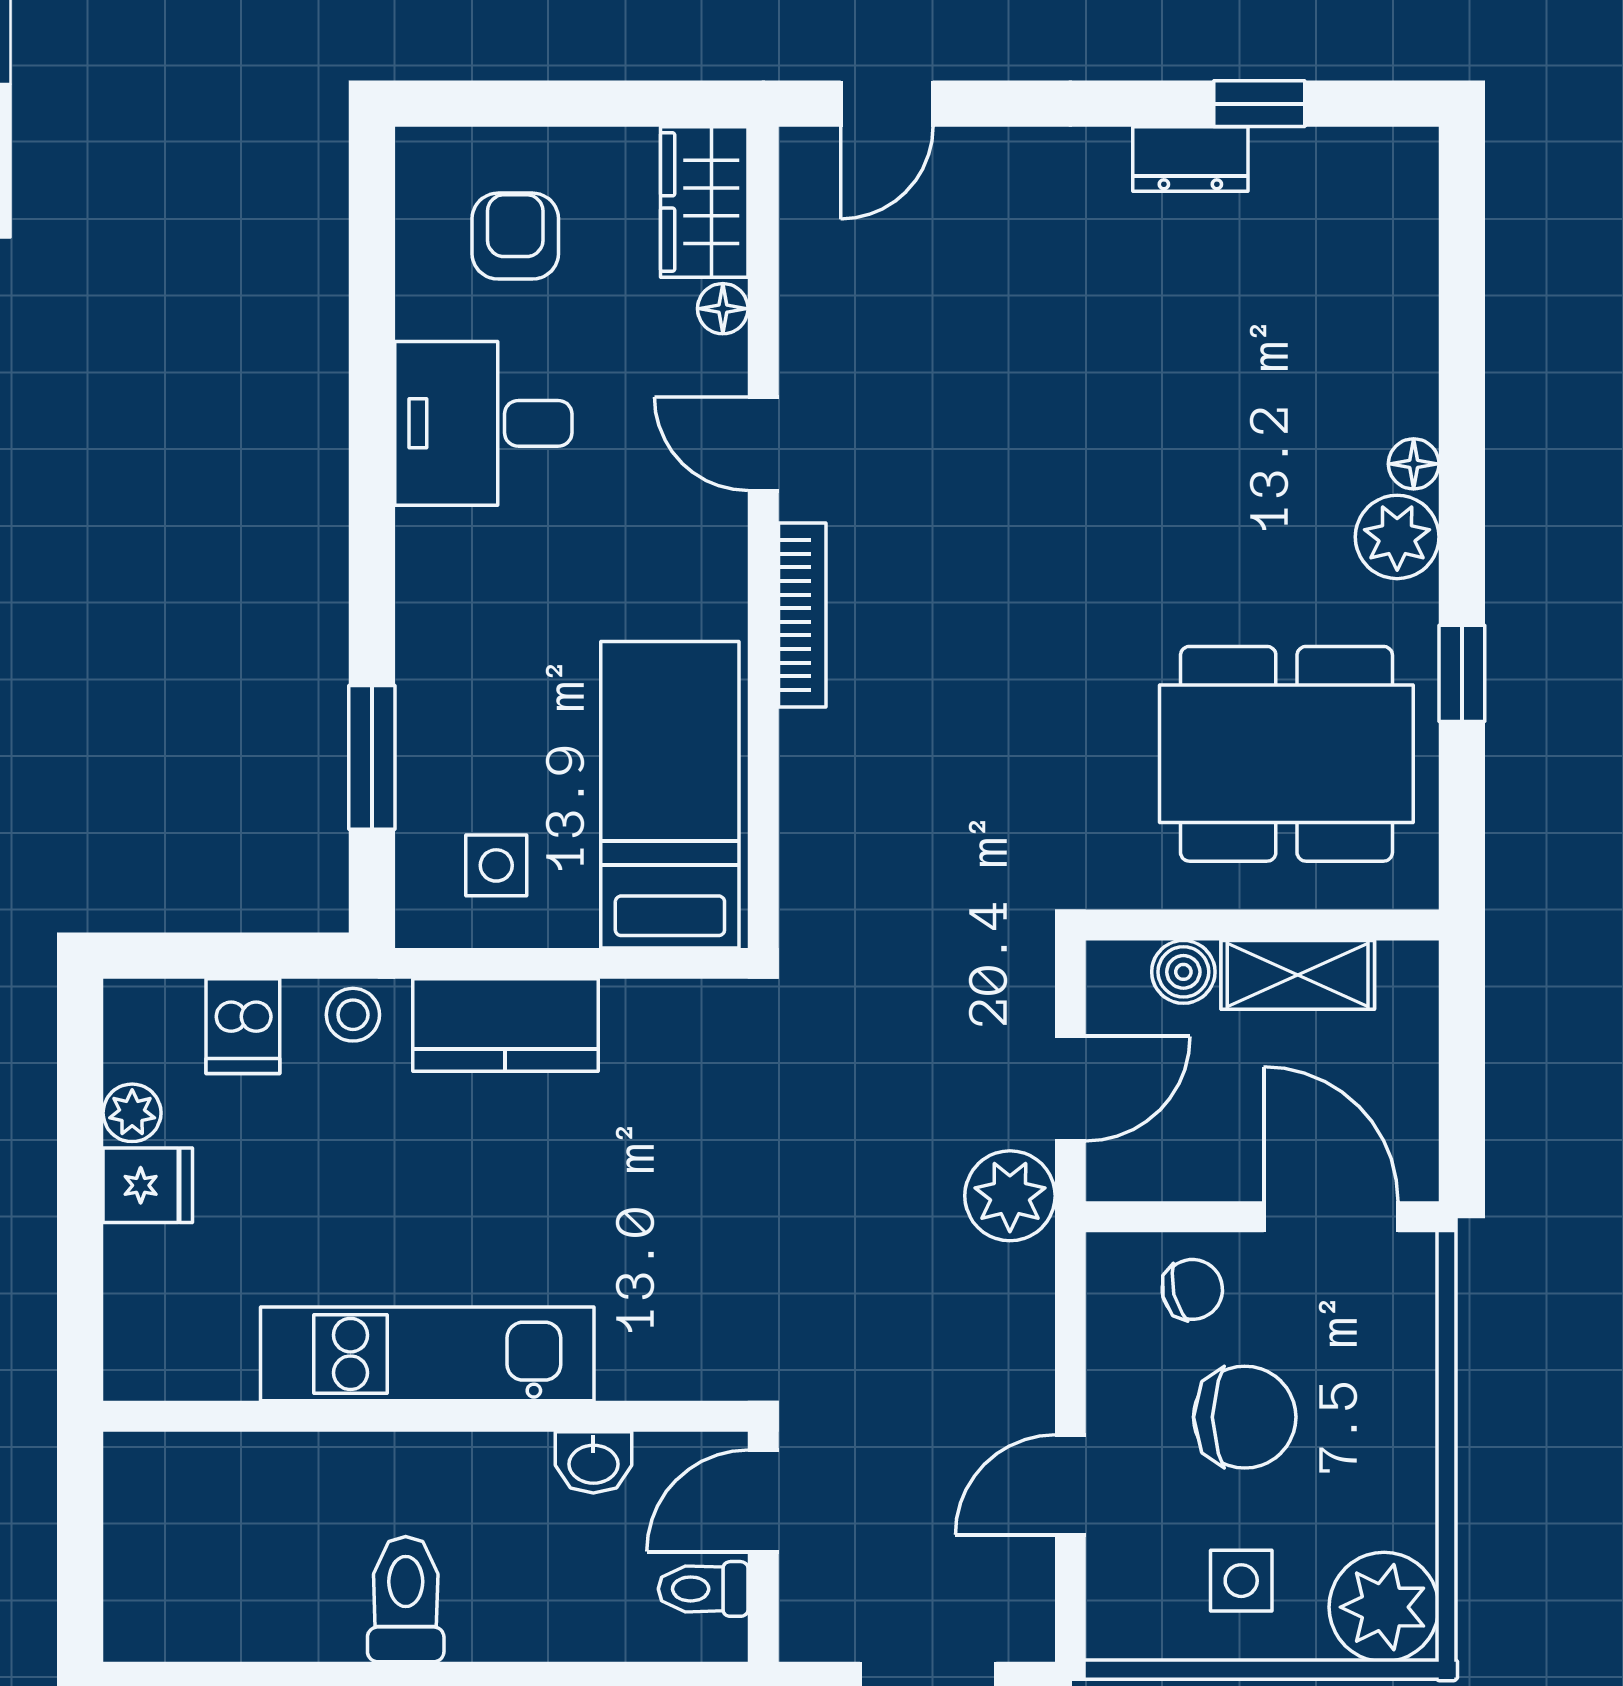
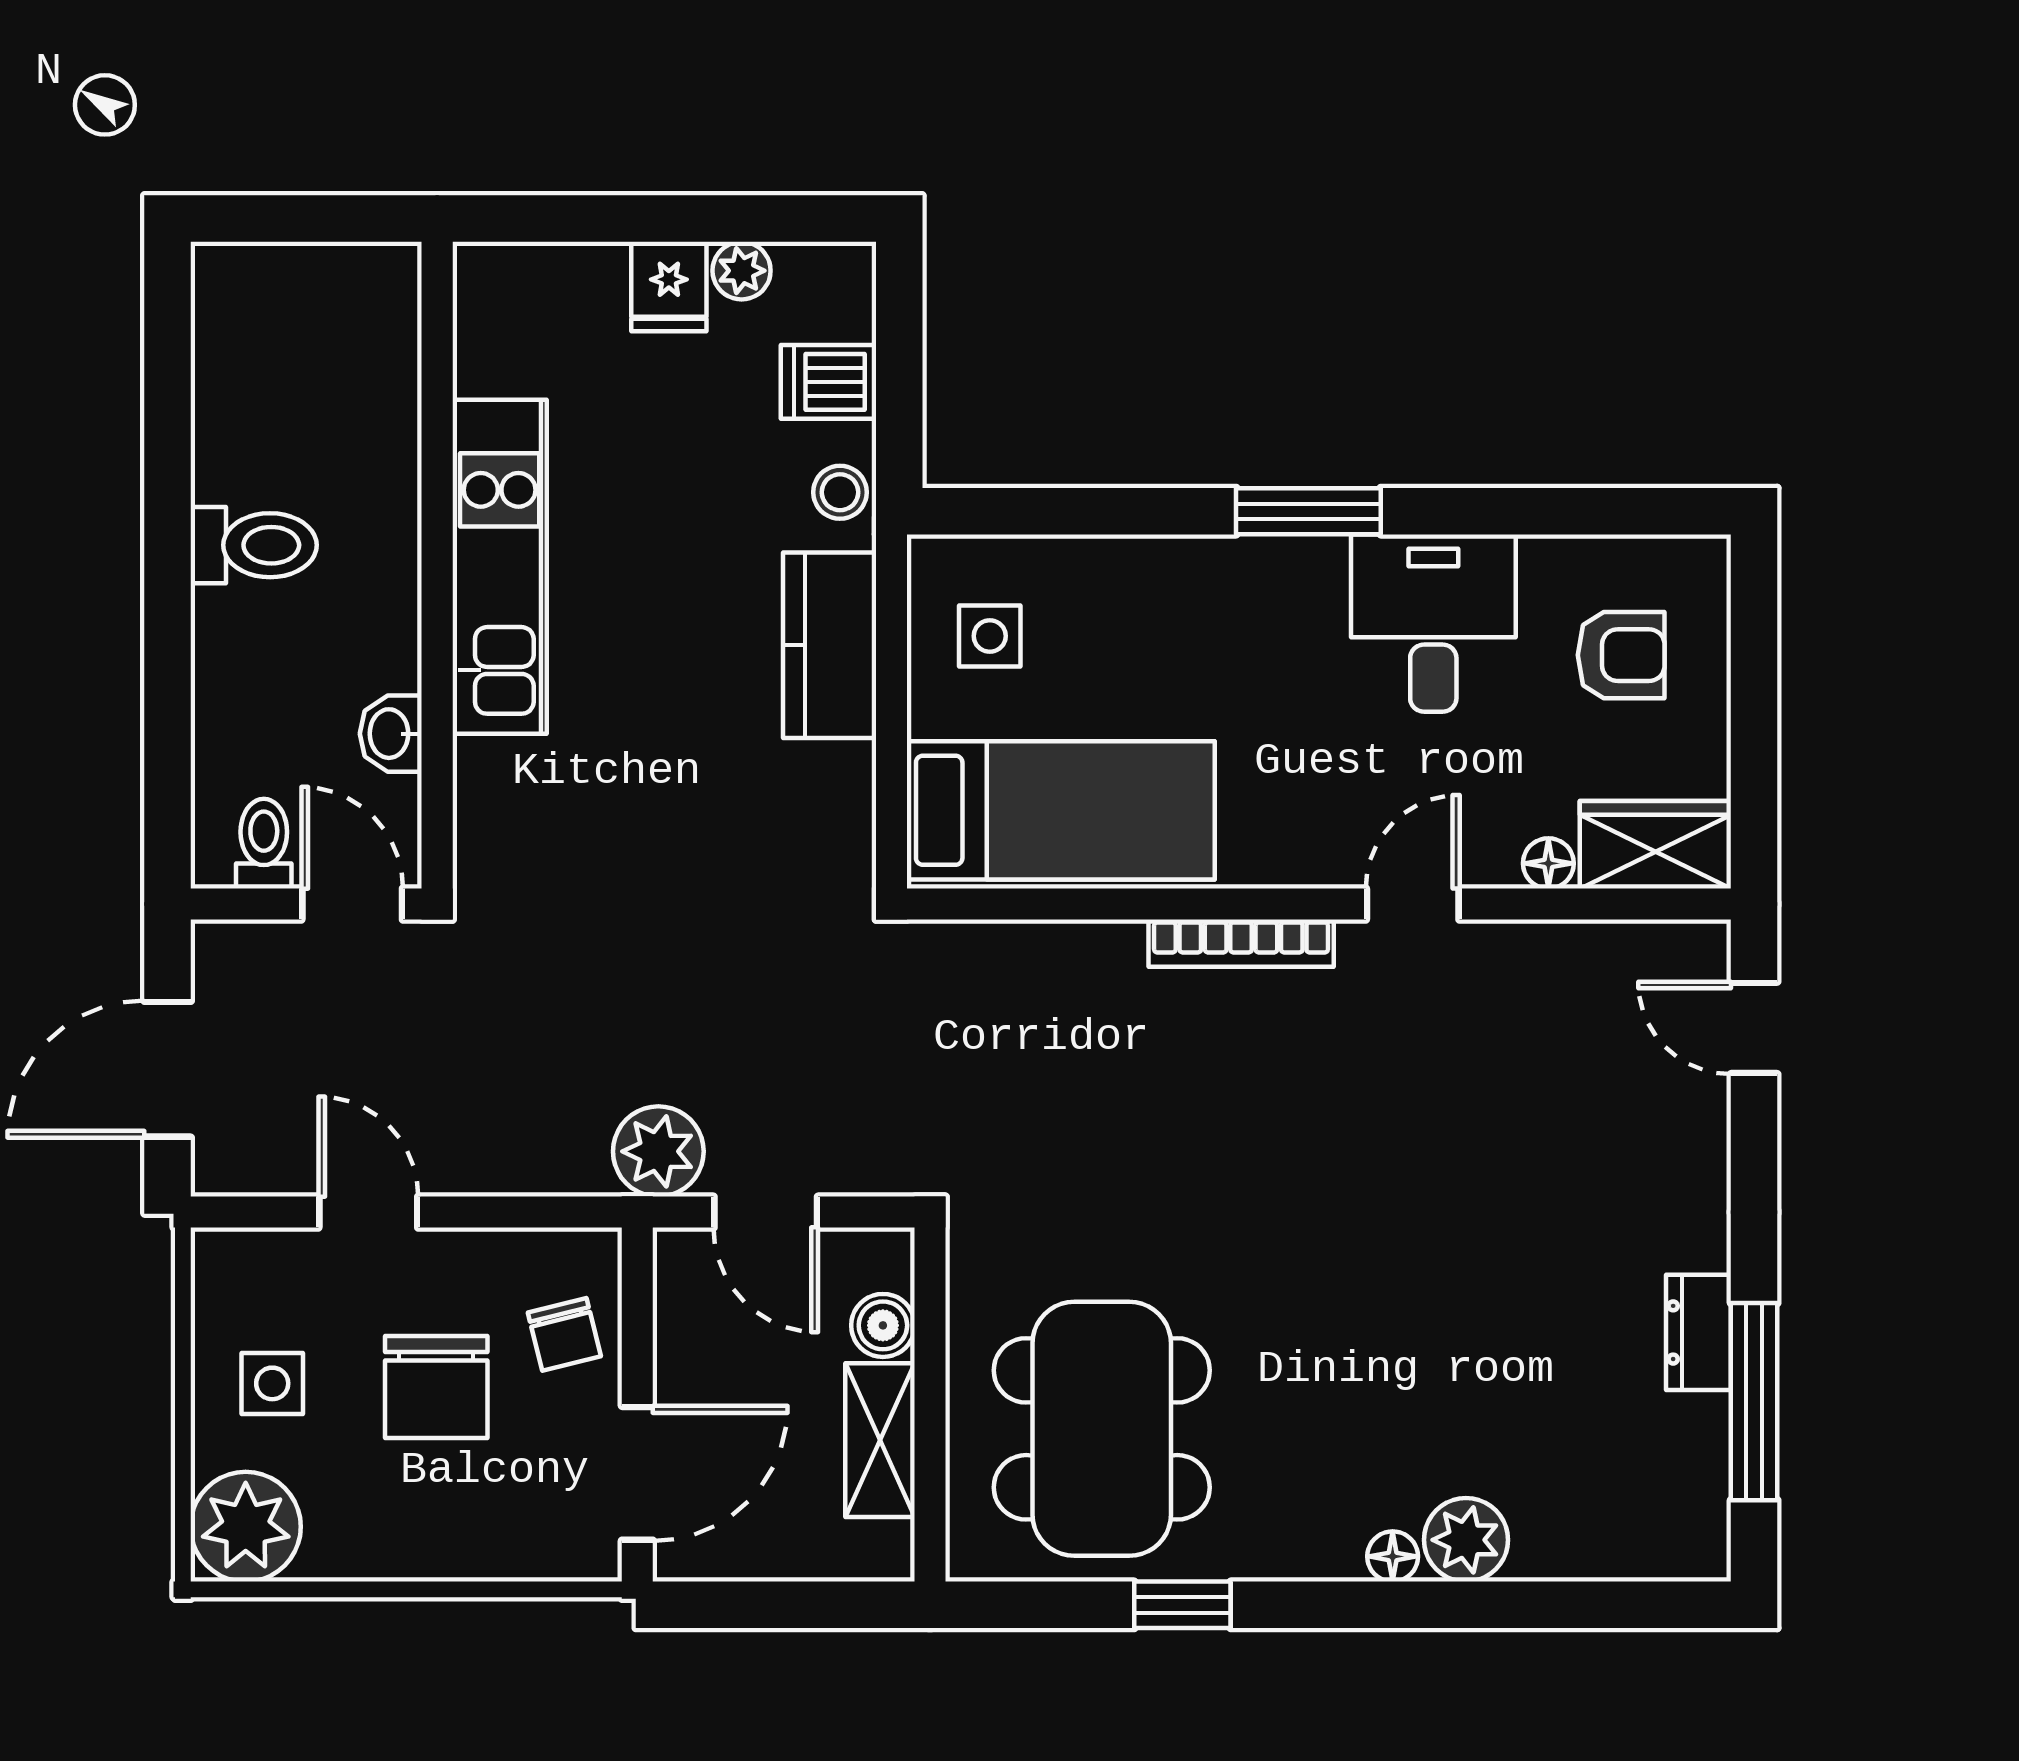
window: (1259, 104) -> (1754, 1402), width x2.17
plant: (1397, 537) -> (1466, 1540), moved
window: (372, 757) -> (1308, 511), moved

